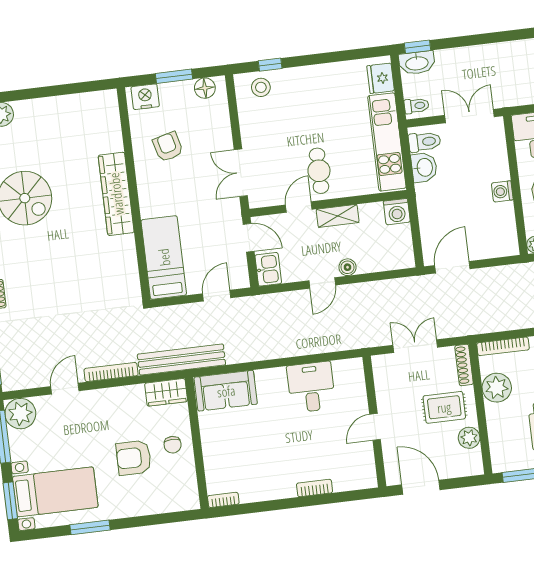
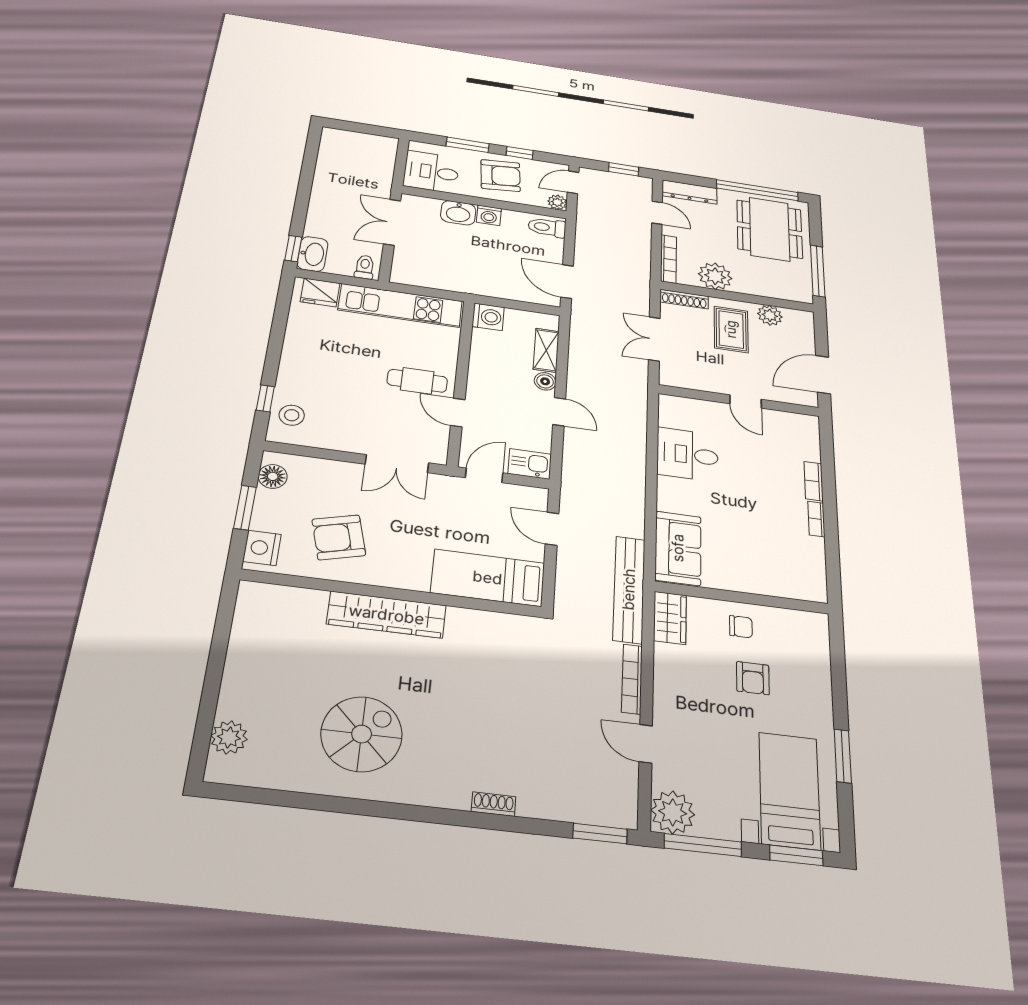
toilet: (425, 142) -> (547, 227), moved, turned -90
armchair: (168, 147) -> (339, 537), width x1.38, depth x1.38
washbasin: (424, 167) -> (458, 213), moved, turned 180
shelving: (338, 216) -> (546, 350), moved
armchair: (134, 458) -> (753, 678), width x0.72, depth x0.72
bookcase: (223, 500) -> (816, 519), moved

